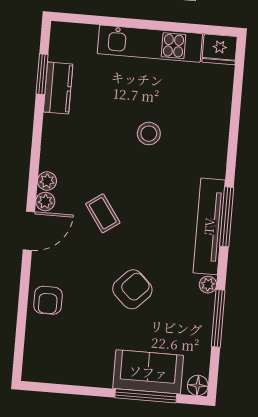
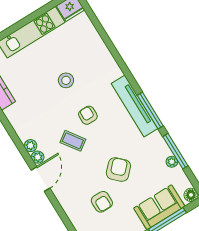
armchair: (144, 196) -> (88, 115), added
window: (227, 217) -> (150, 111), moved
plant: (208, 285) -> (172, 162), moved
armchair: (48, 300) -> (102, 202), moved

